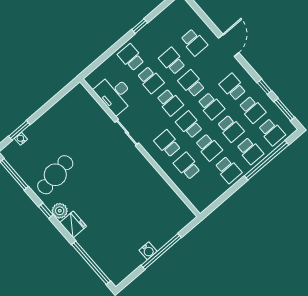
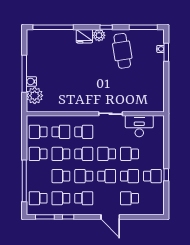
school desk: (131, 57) -> (152, 176), moved
school desk: (250, 151) -> (38, 132), moved
plant: (174, 223) -> (35, 96), added
water cooler: (148, 251) -> (31, 81), moved

